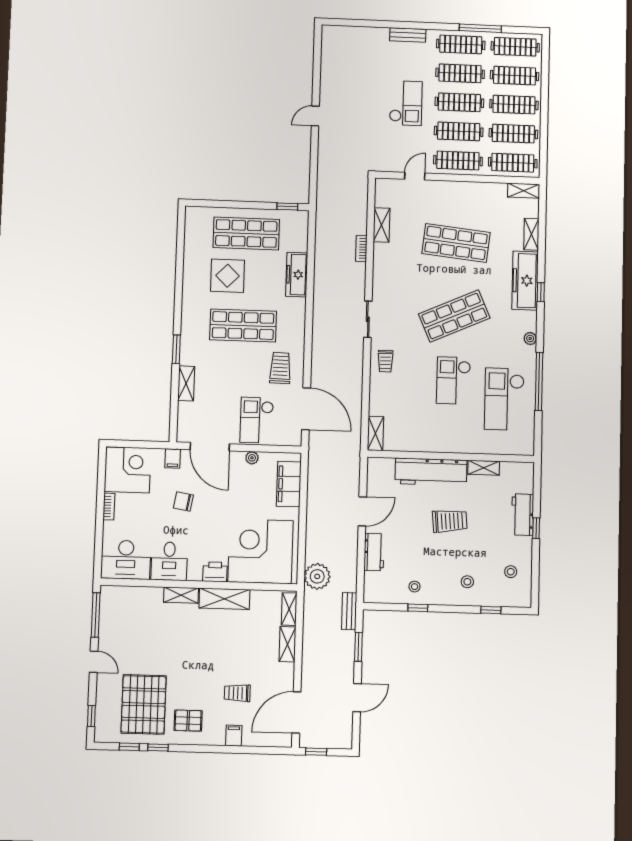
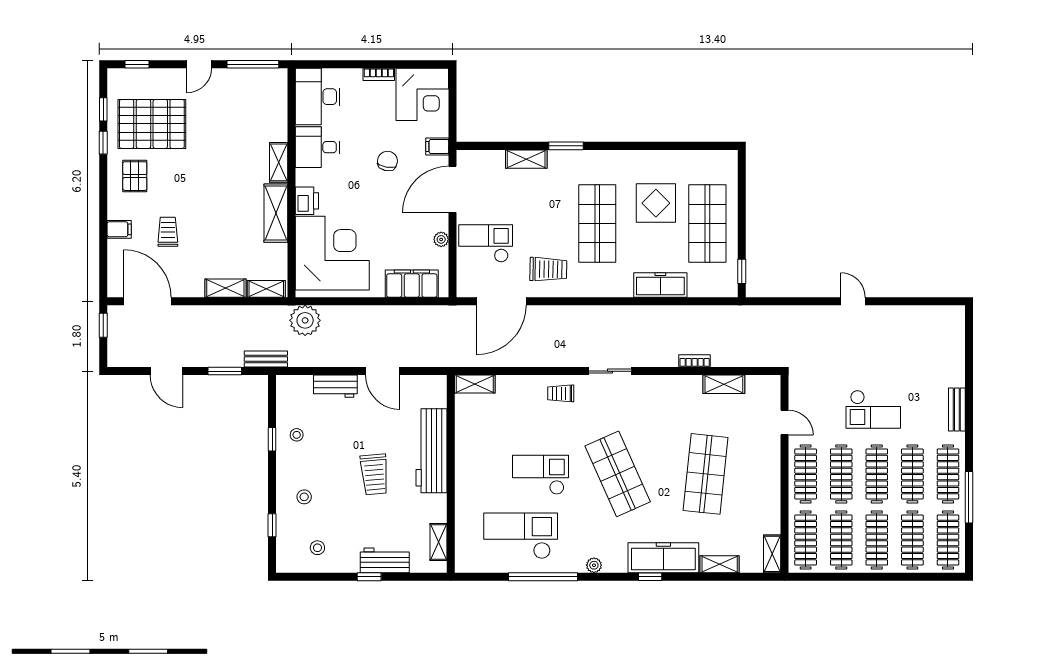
shelving: (484, 468) -> (438, 542), moved

